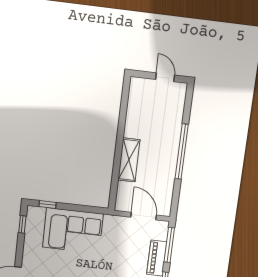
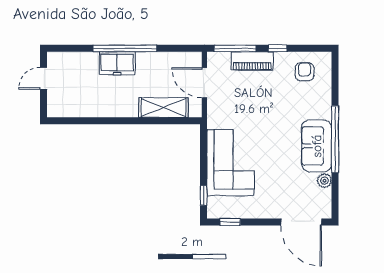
freezer: (170, 143) -> (117, 63), added
shelving: (129, 160) -> (164, 108), moved
door: (144, 216) -> (204, 83), hinge flipped

